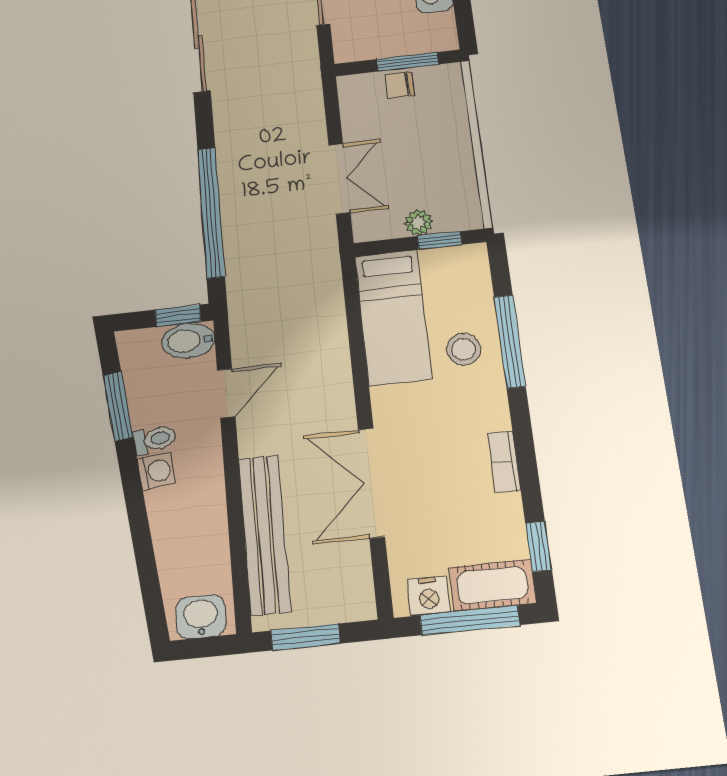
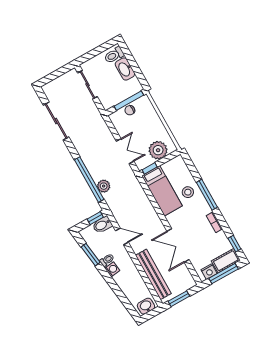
window: (408, 62) -> (129, 101), width x1.44
plant: (418, 223) -> (158, 150), width x1.87, depth x1.87
window: (440, 240) -> (150, 168), moved
plant: (241, 243) -> (104, 186), added
window: (510, 341) -> (207, 195), moved
door: (226, 393) -> (122, 236), hinge flipped

